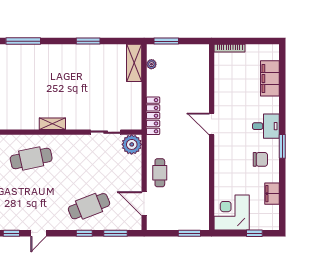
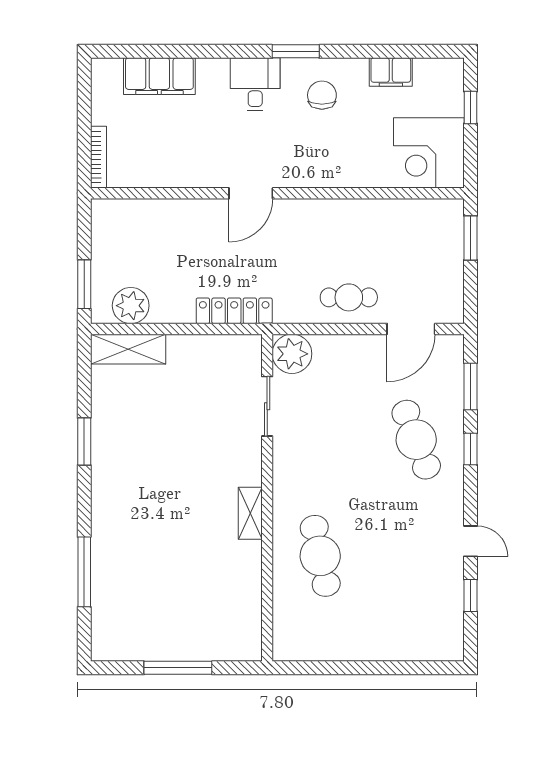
plant: (151, 64) -> (131, 306), width x1.87, depth x1.87

